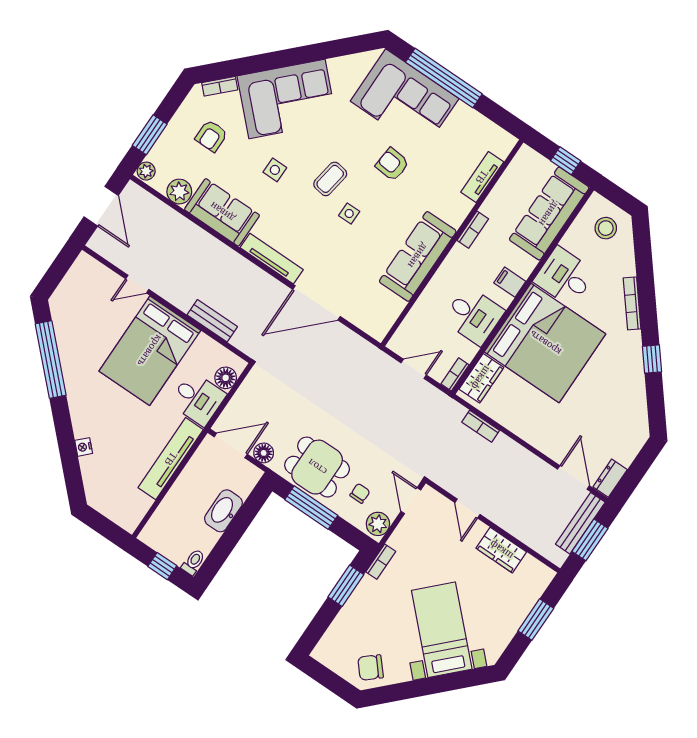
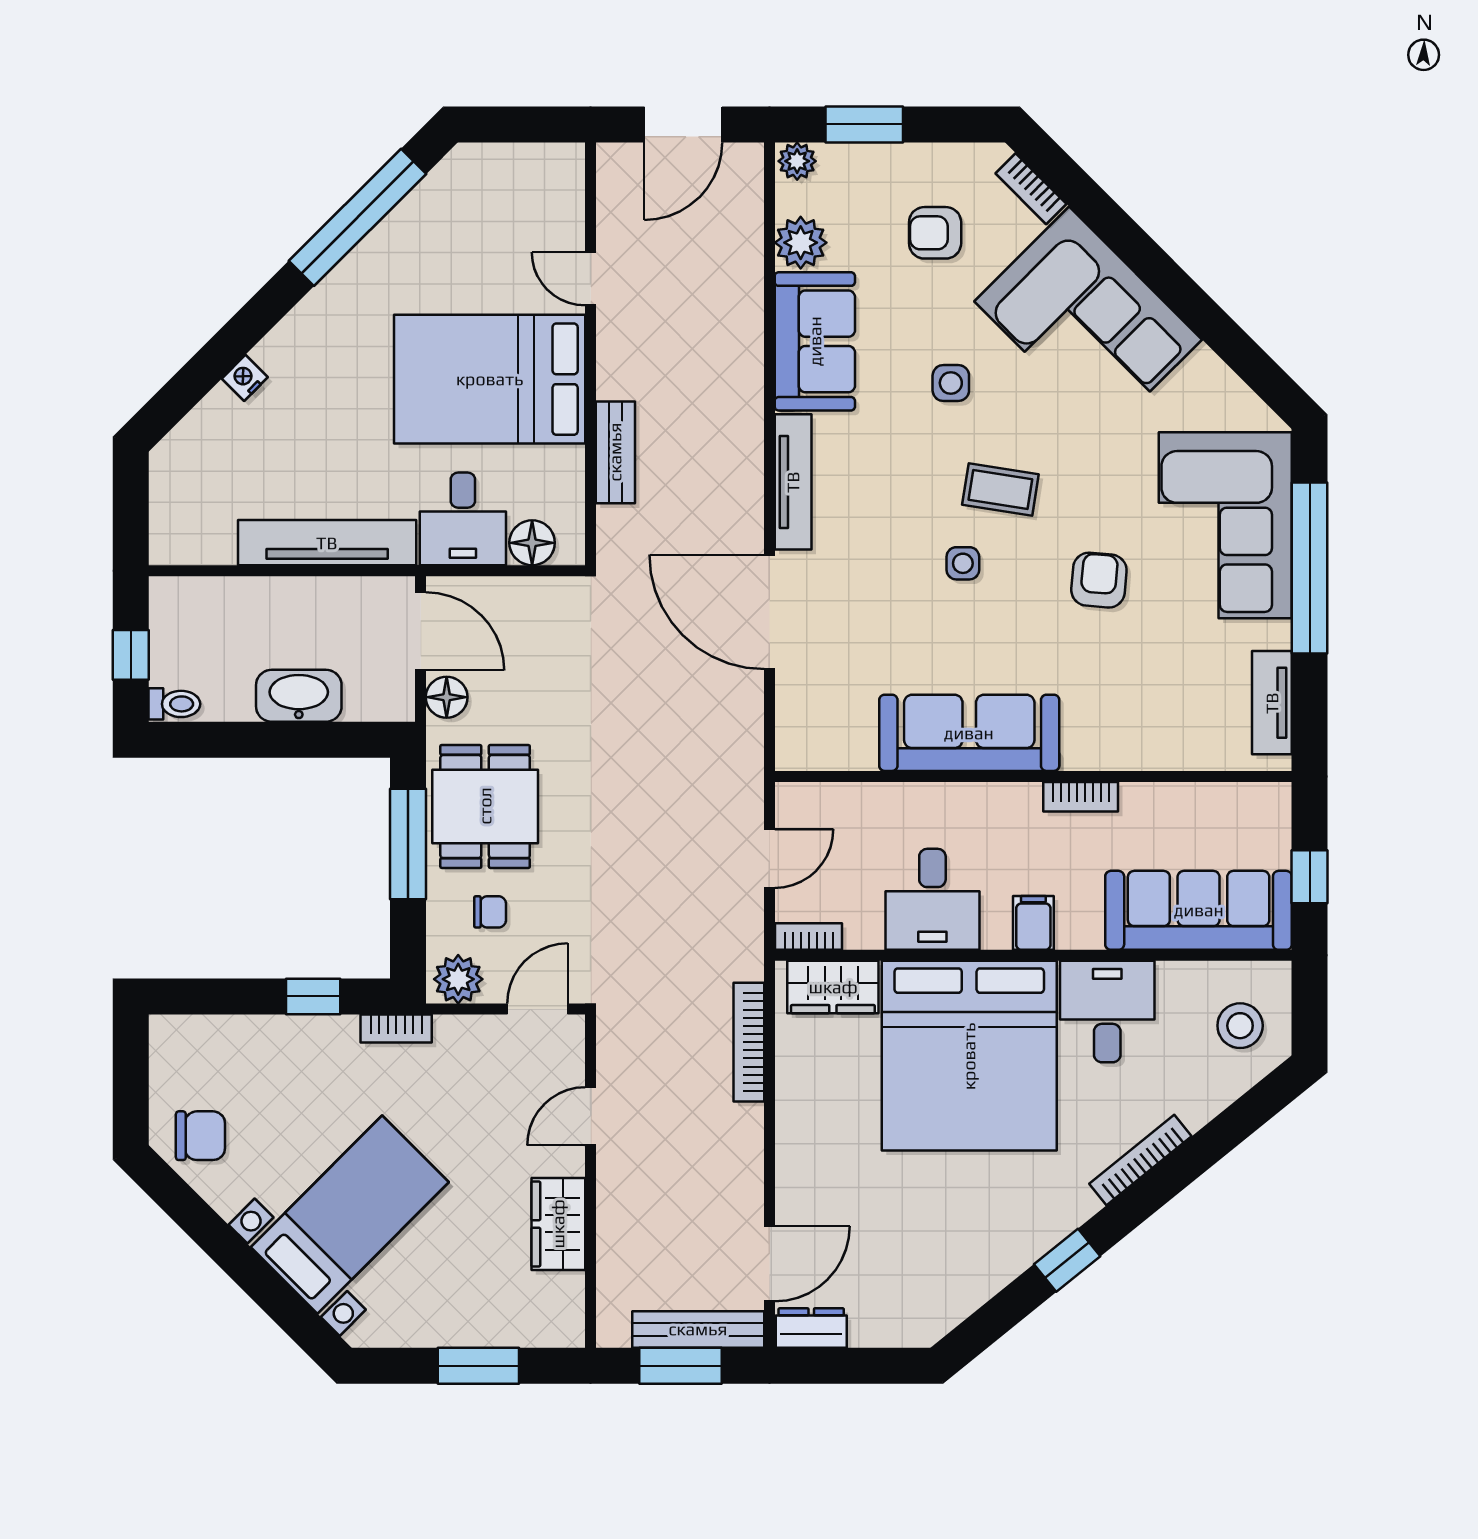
tv unit: (482, 177) -> (1272, 703), moved, turned -90
door: (414, 369) -> (769, 858), hinge flipped
bookcase: (481, 426) -> (749, 1042), width x1.56
window: (346, 586) -> (313, 996), width x0.67
chair: (371, 668) -> (200, 1136), turned 131

